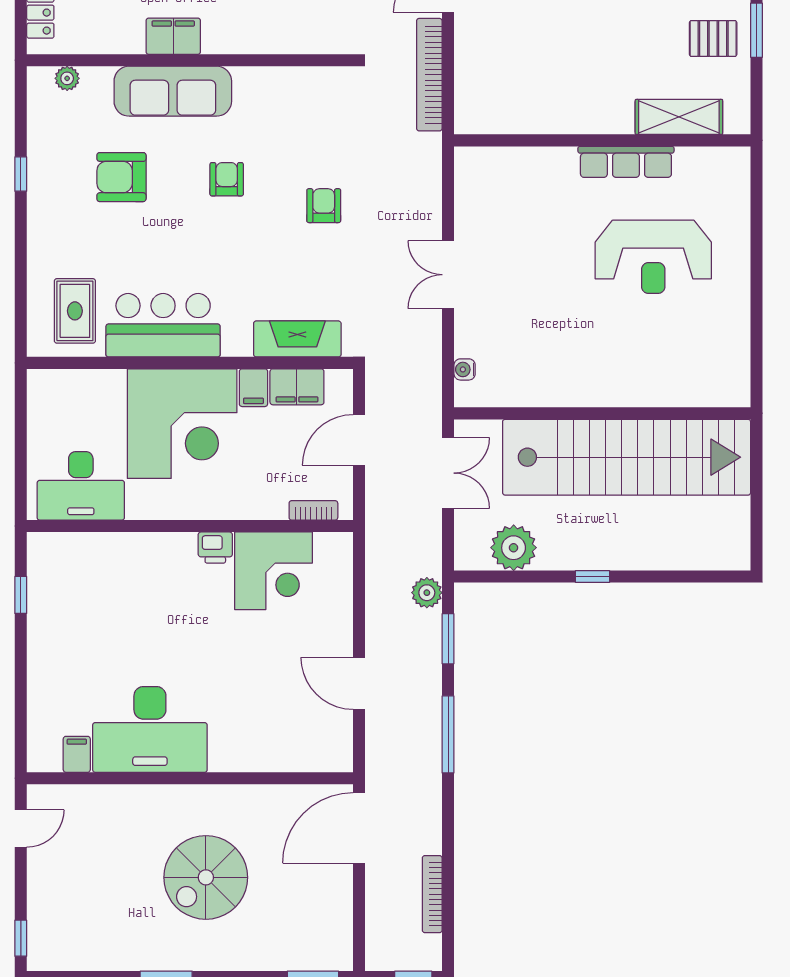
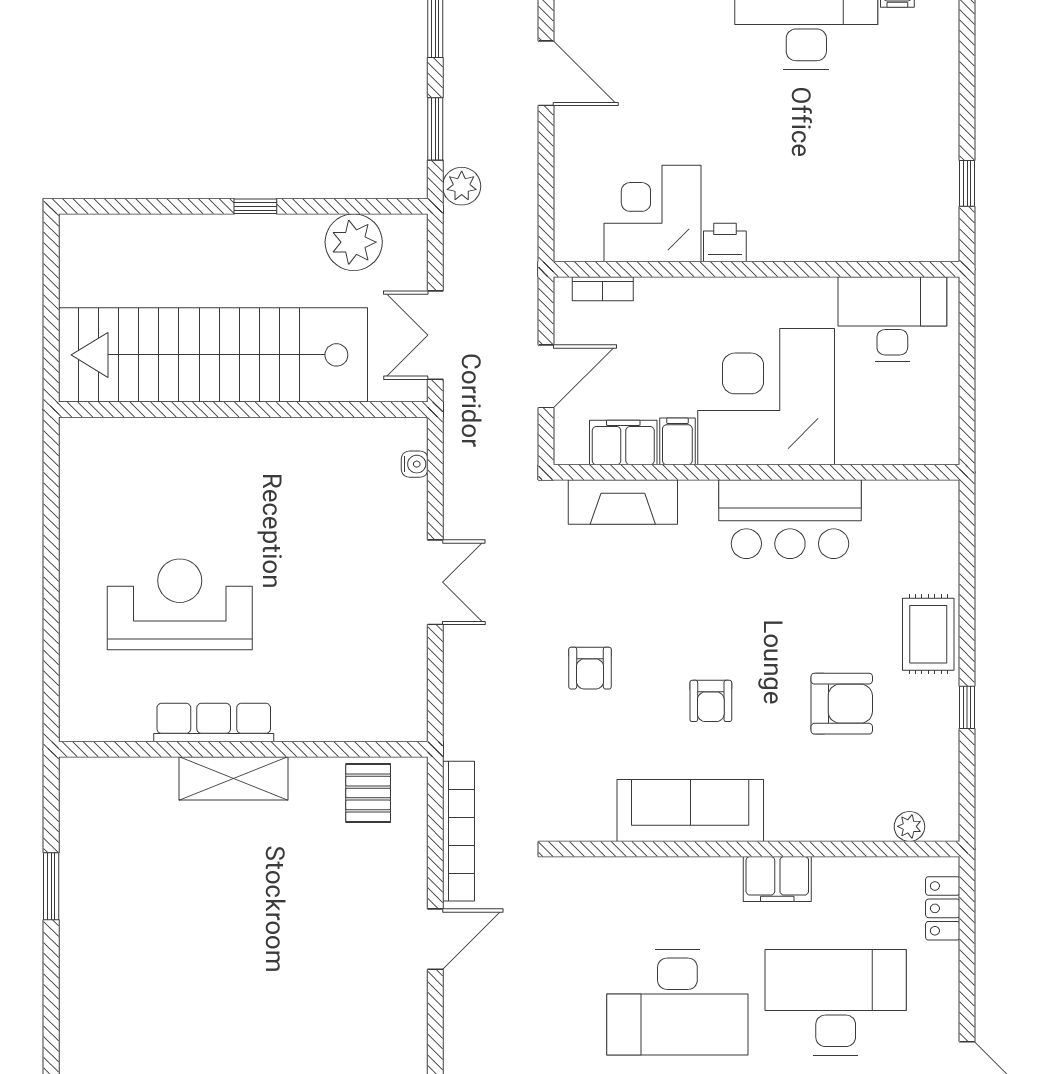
pallet: (713, 39) -> (368, 793), moved, turned 90
sofa: (173, 91) -> (690, 811), moved
shelving: (679, 117) -> (233, 778), moved
rug: (75, 311) -> (928, 634), moved

